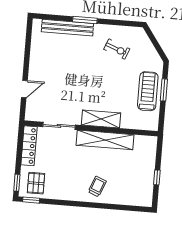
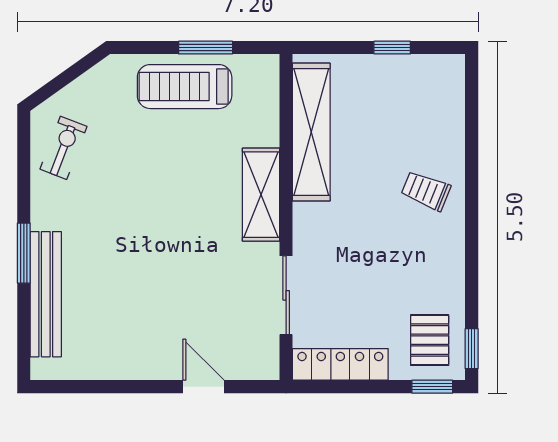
exercise bike: (117, 49) -> (63, 148), moved
window: (164, 90) -> (206, 48), moved
shelving: (105, 140) -> (311, 132), moved
pallet: (36, 183) -> (430, 340), turned 90

